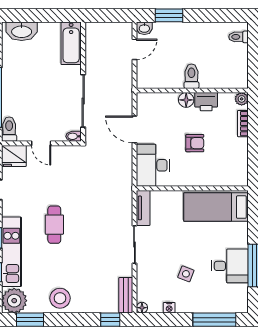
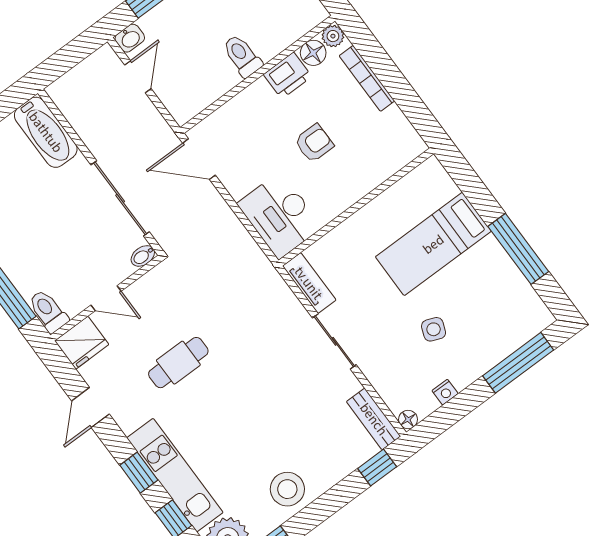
floor lamp: (186, 100) -> (313, 53), moved
bookcase: (243, 124) -> (367, 78), width x1.56
door: (134, 129) -> (199, 159), moved
bed: (216, 207) -> (433, 244), moved
cafe table: (54, 225) -> (178, 363), moved, turned 90
desk: (230, 266) -> (485, 274), removed

